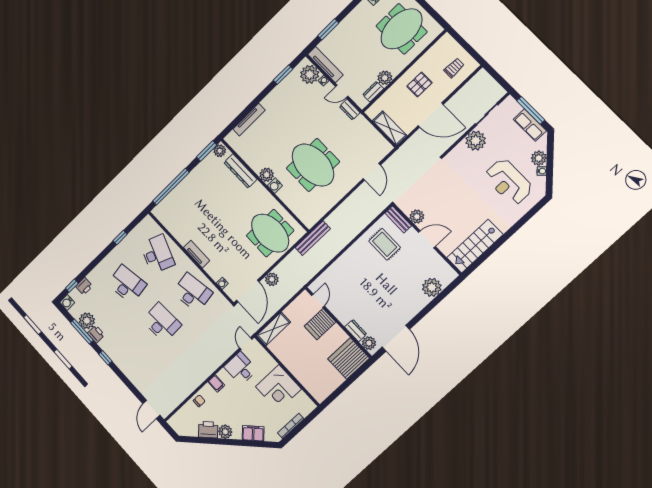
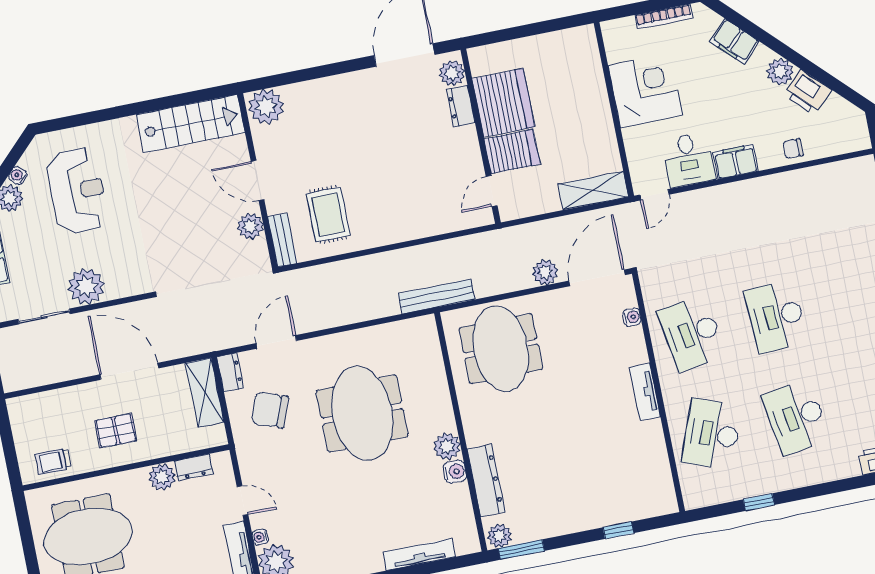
trolley: (454, 68) -> (53, 461), moved
dresser: (350, 110) -> (230, 373), moved
chair: (355, 140) -> (270, 410), added
water cooler: (275, 186) -> (455, 472), moved
window: (171, 187) -> (618, 530), width x0.32
plant: (432, 287) -> (266, 107), moved
server rack: (349, 359) -> (503, 103), moved, turned -90
filing cabinet: (216, 383) -> (736, 162), width x2.00

